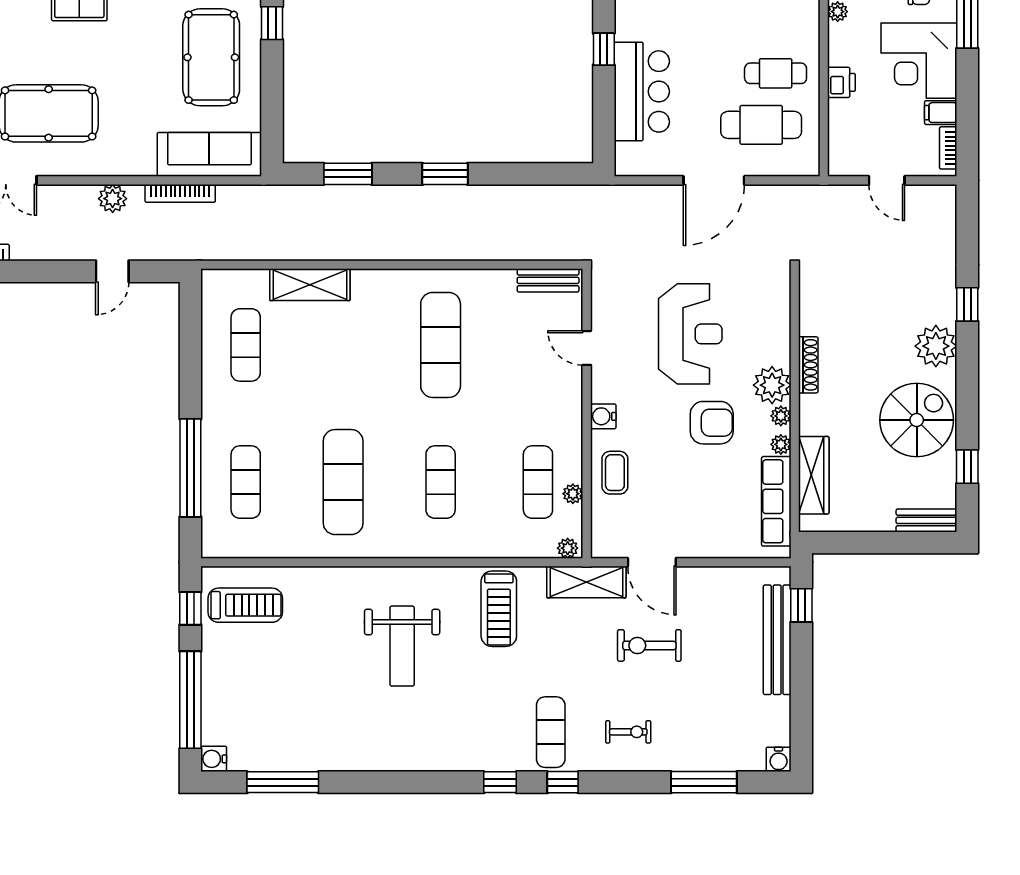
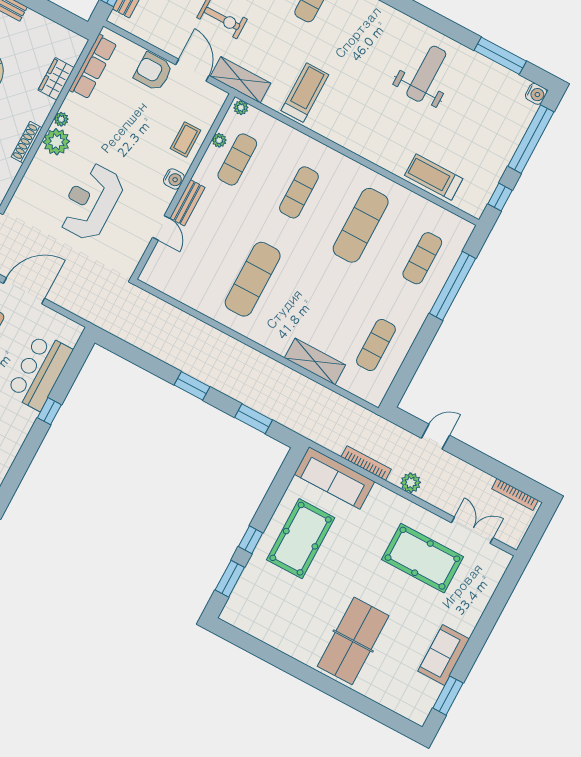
bench: (548, 280) -> (187, 203), moved, turned 90
armchair: (712, 423) -> (153, 72), moved
plant: (781, 444) -> (71, 101), removed
wardrobe: (814, 475) -> (56, 79), width x0.67
treadmill: (245, 605) -> (434, 177), moved
weight bench: (402, 646) -> (426, 74), moved

